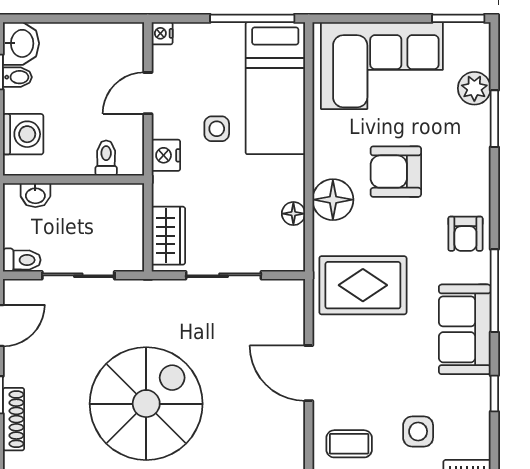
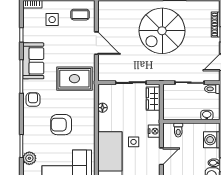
armchair: (396, 172) -> (61, 125), turned 180
floor lamp: (333, 200) -> (87, 113), removed

